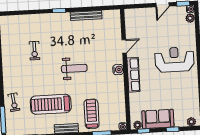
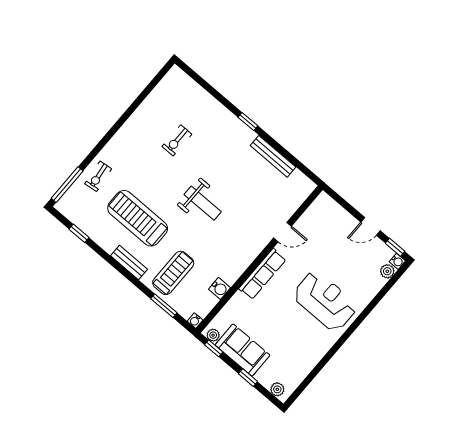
water cooler: (118, 70) -> (220, 288), moved

